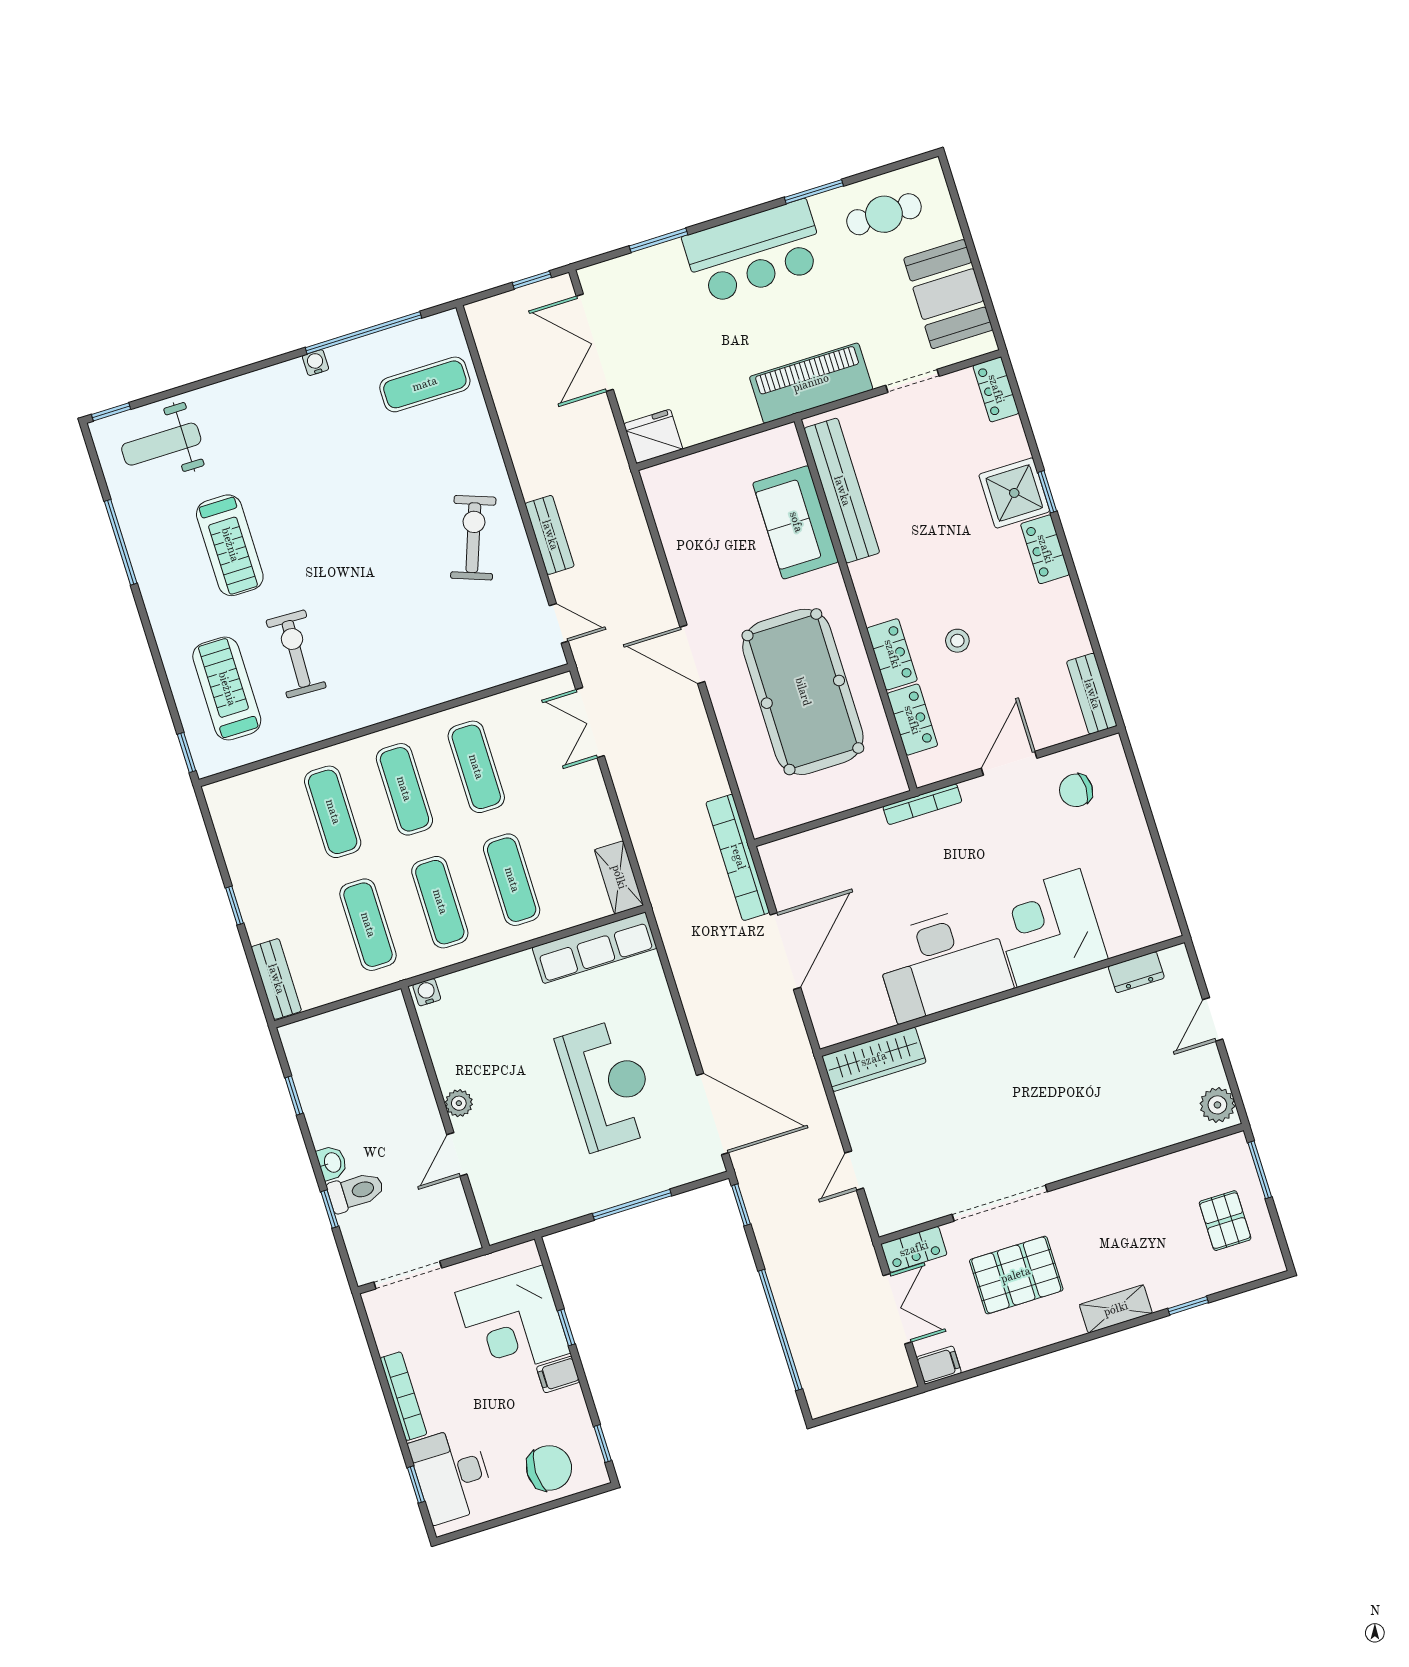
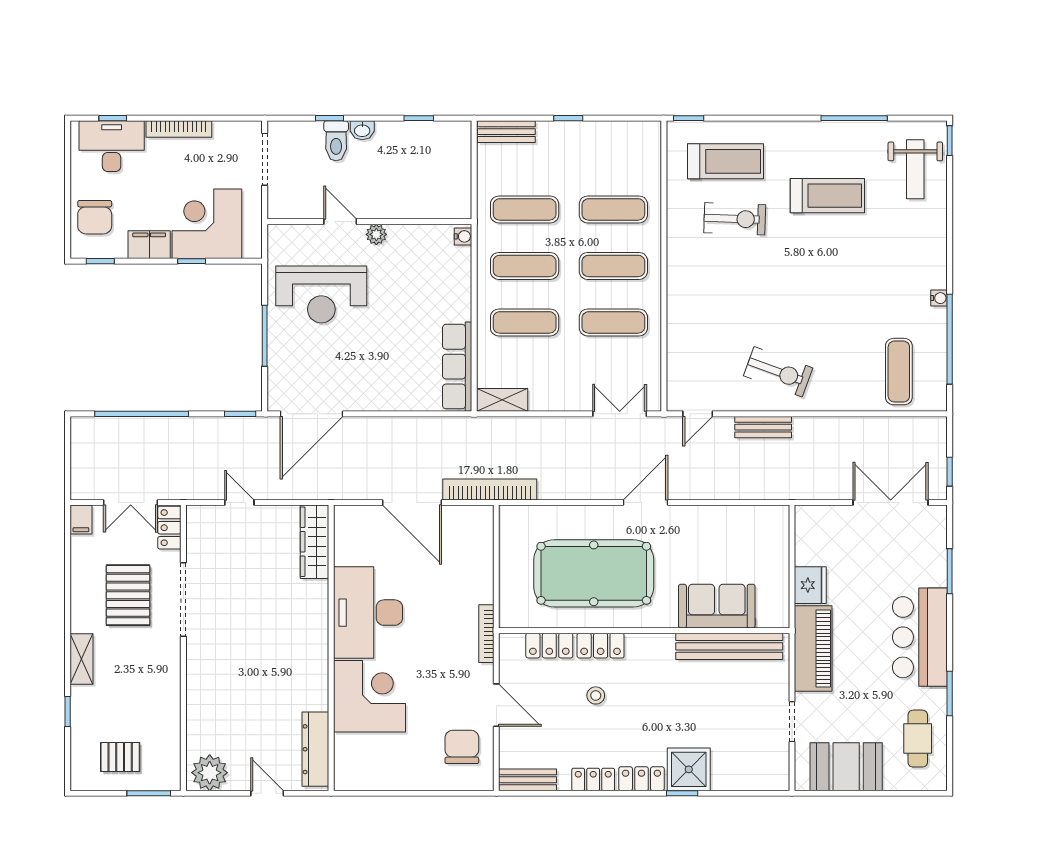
locker: (996, 389) -> (593, 779), moved
fridge: (653, 436) -> (810, 585), moved
weight bench: (161, 444) -> (915, 169), turned 180
treadmill: (230, 545) -> (827, 196), turned 180
chair: (1076, 790) -> (462, 747), width x1.37, depth x1.37
dresser: (1136, 972) -> (315, 749), width x1.96, depth x1.24
reception desk: (608, 1085) -> (321, 294), moved
plant: (1217, 1105) -> (210, 773), width x1.36, depth x1.36
filing cabinet: (558, 1375) -> (149, 245), width x2.00

